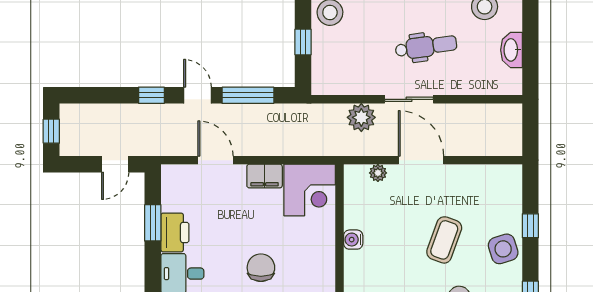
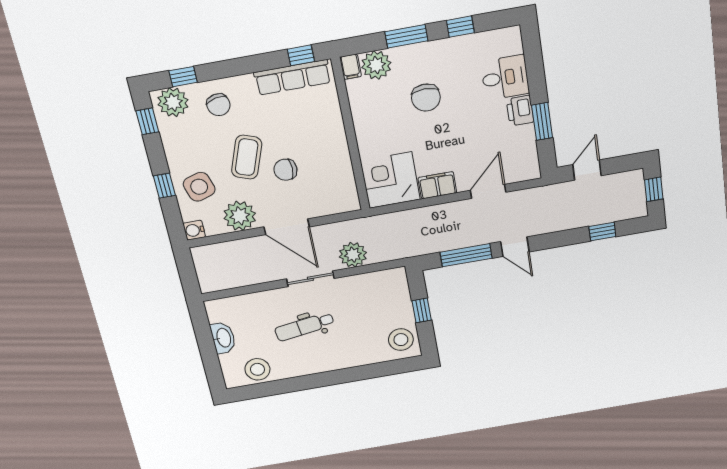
window: (151, 95) -> (602, 232), moved
door: (216, 160) -> (488, 191), swing flipped
plant: (378, 173) -> (240, 216), moved, width x1.87, depth x1.87
chair: (410, 220) -> (285, 170), added
printer: (175, 232) -> (520, 111), width x0.73, depth x0.84
water cooler: (353, 240) -> (194, 230), moved, turned 180
side table: (503, 249) -> (199, 187), moved

